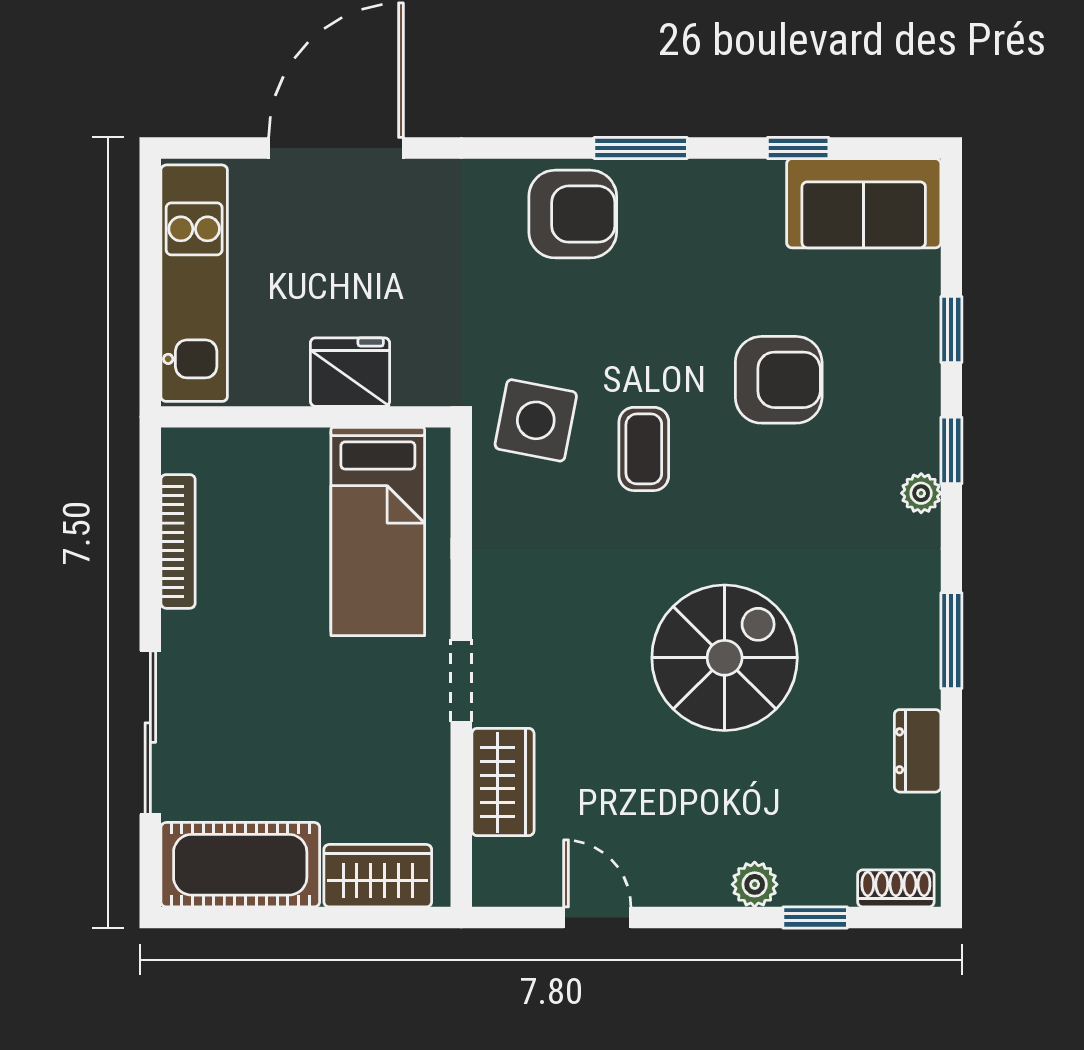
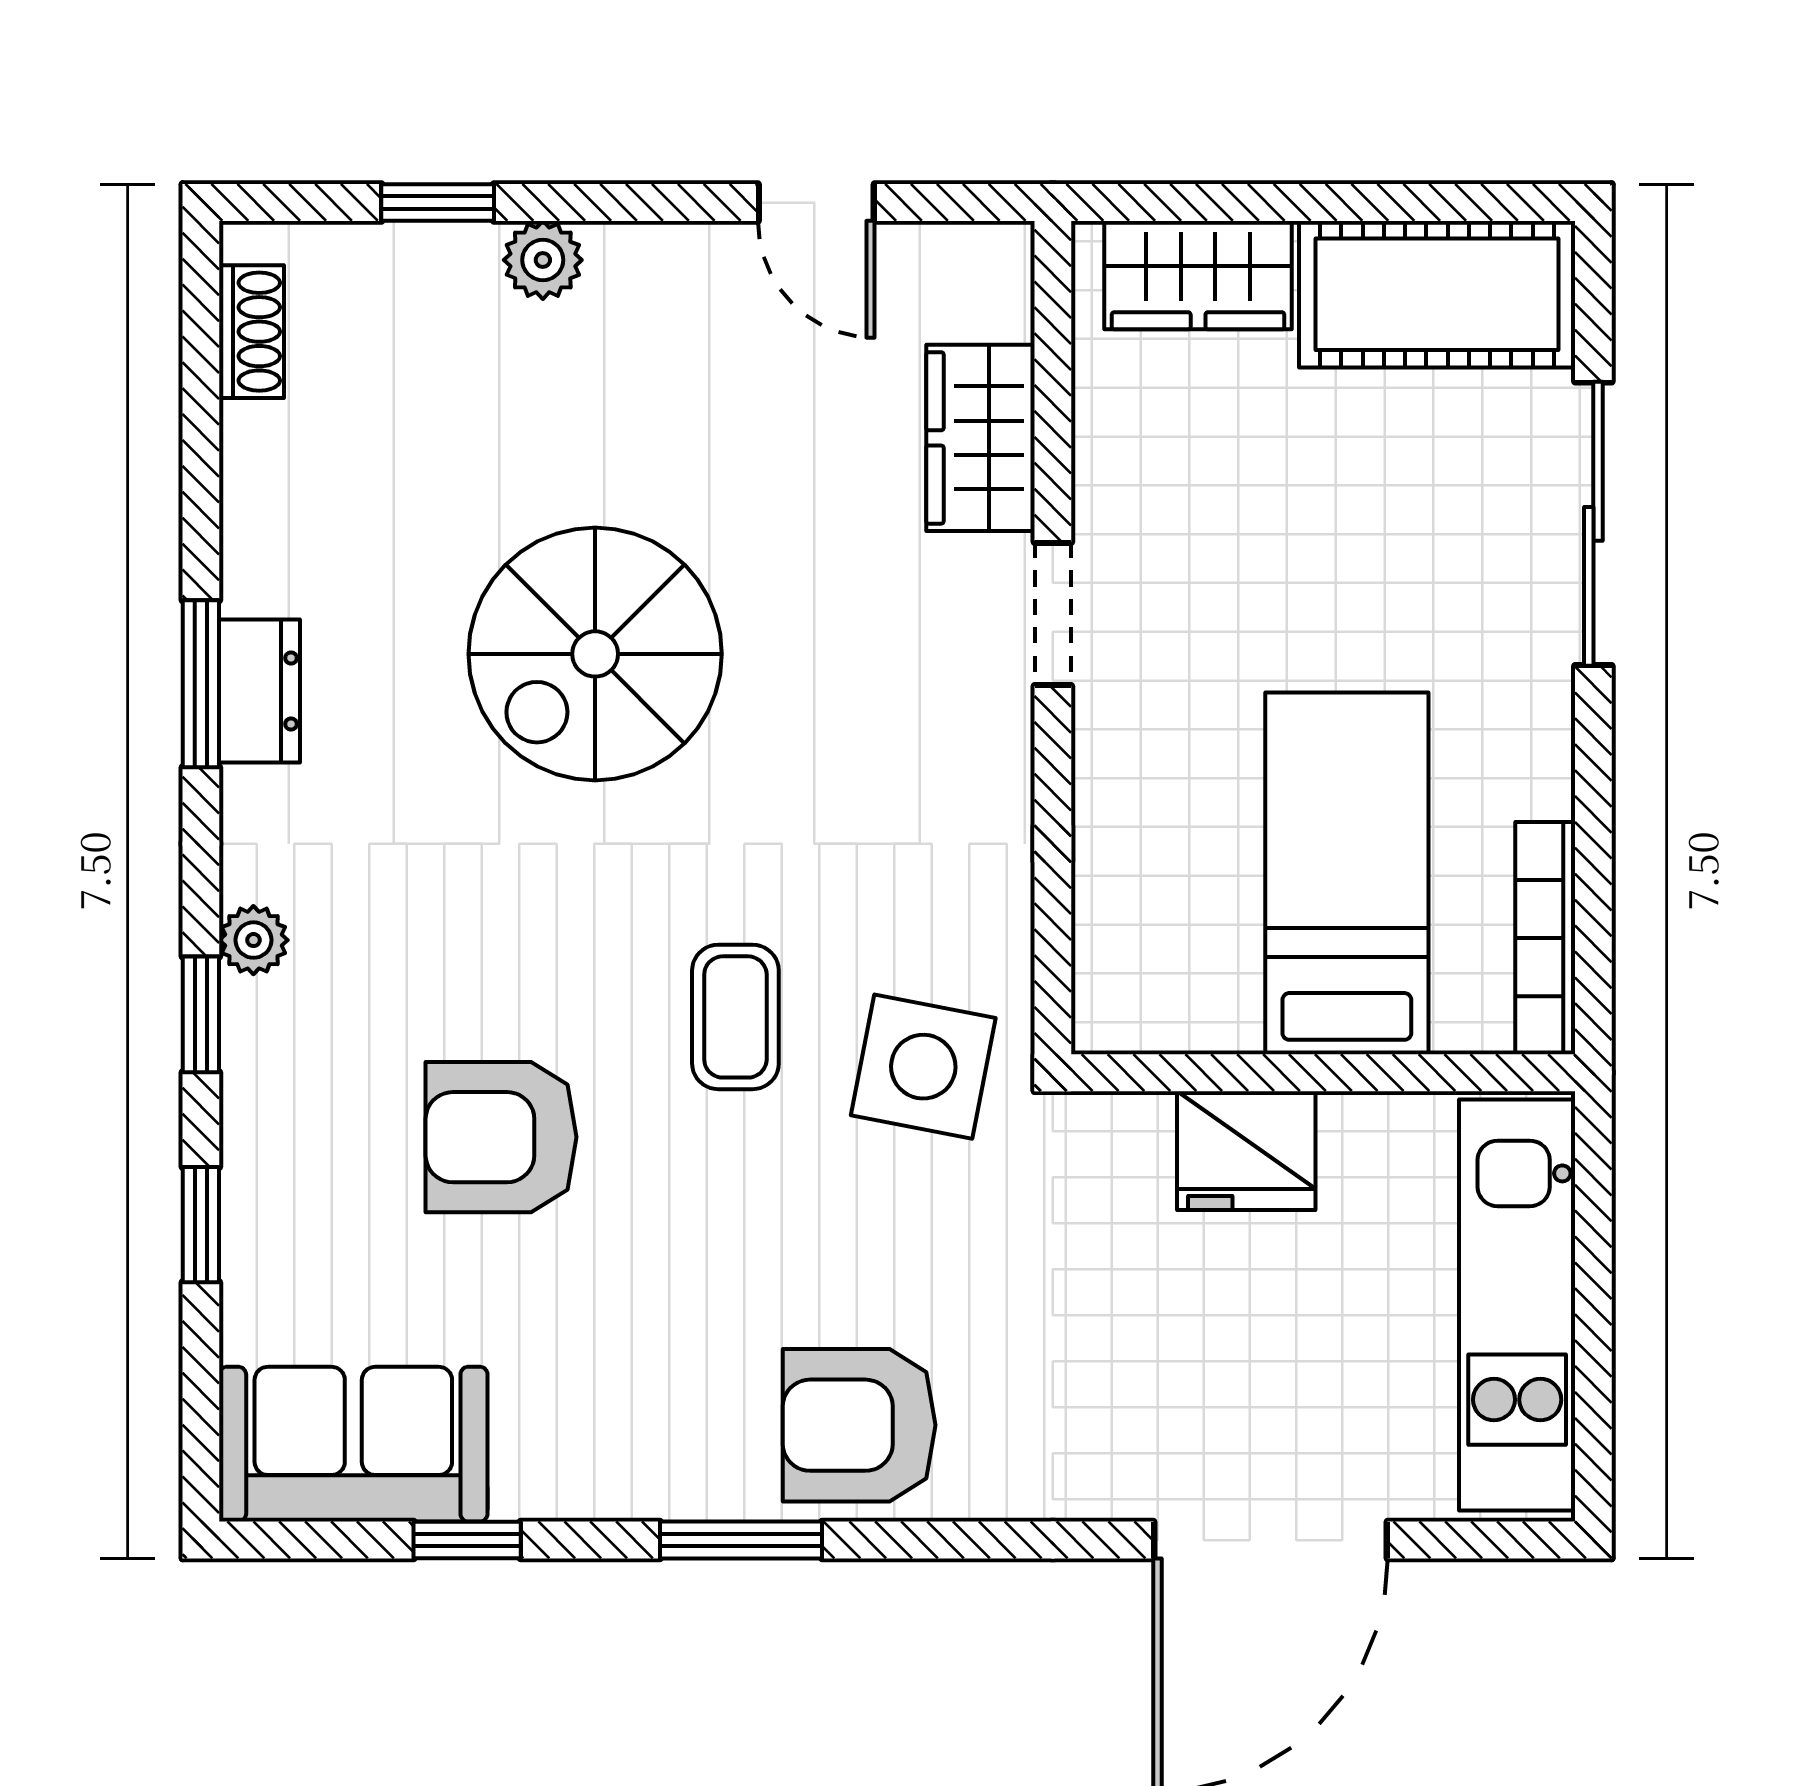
bed: (378, 532) -> (1347, 873), moved
bookcase: (178, 541) -> (1545, 938), moved
dresser: (918, 751) -> (260, 691), moved
shoe rack: (896, 888) -> (252, 332), moved, turned -90

